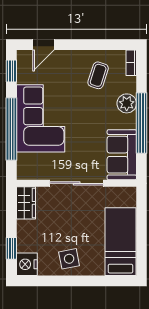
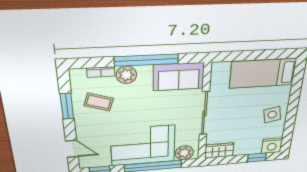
window: (95, 45) -> (67, 106), added
bookcase: (131, 63) -> (101, 72), moved
plant: (26, 163) -> (184, 153), added

